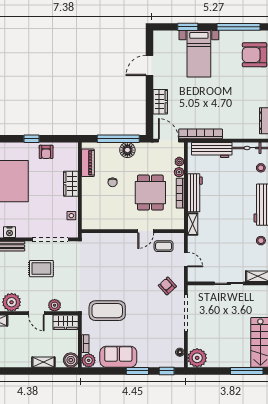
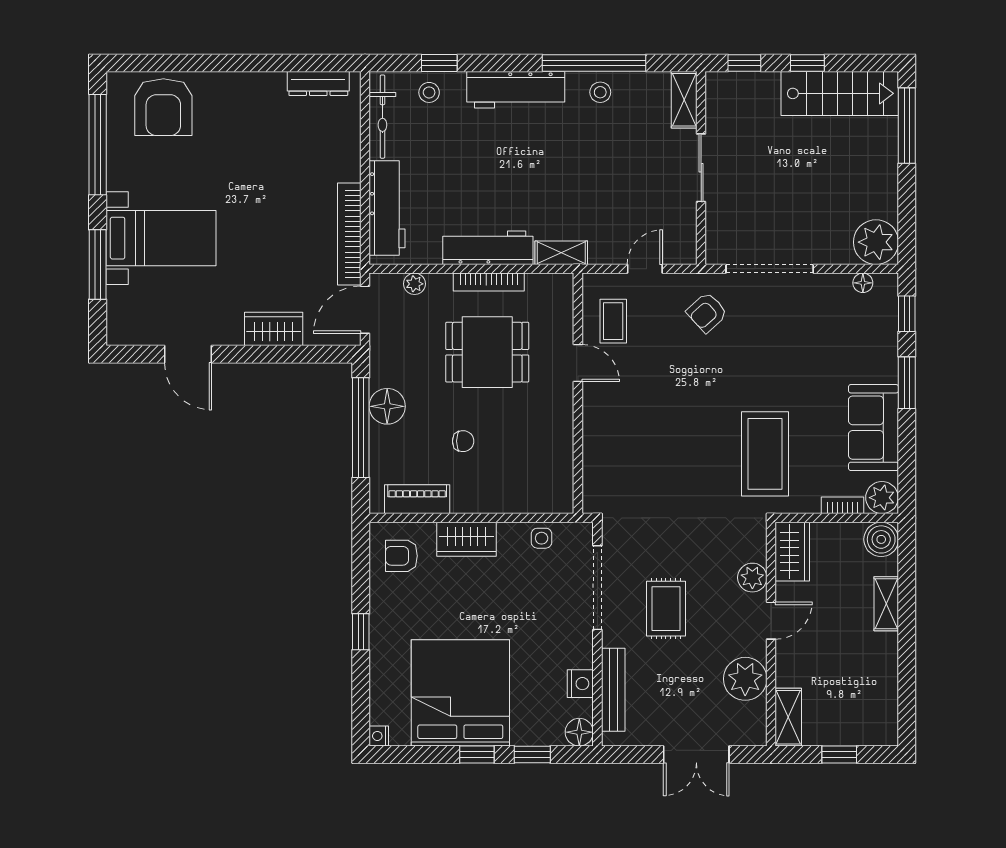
window: (188, 27) -> (98, 264), width x1.44
armchair: (46, 152) -> (401, 556), moved, turned 180
plant: (179, 172) -> (439, 285), removed

